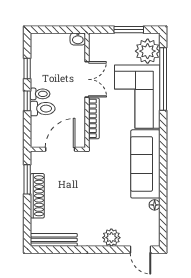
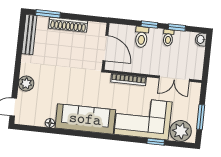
washbasin: (78, 39) -> (201, 39), moved
double door: (87, 79) -> (174, 79), moved
window: (163, 79) -> (156, 142), width x0.32
toilet: (40, 94) -> (168, 38), moved
window: (27, 179) -> (48, 14), moved

